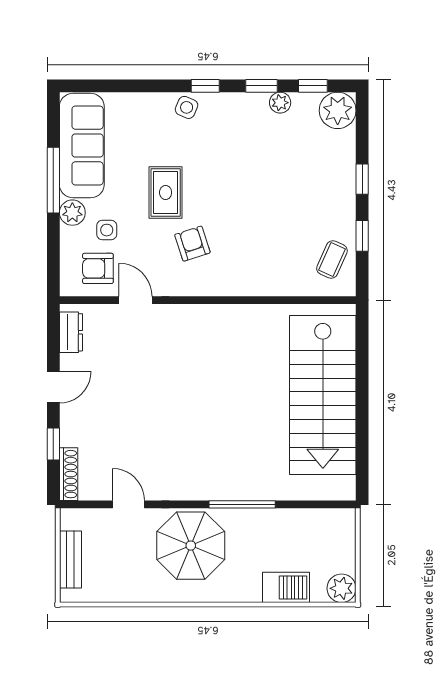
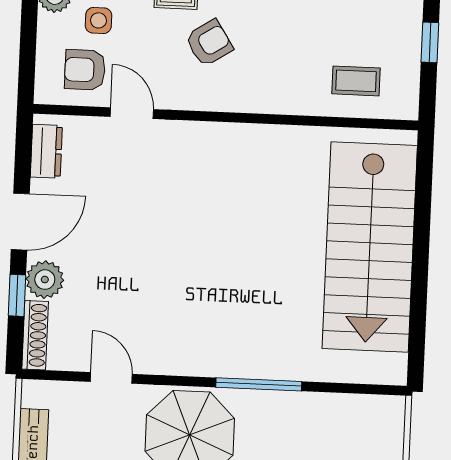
armchair: (192, 244) -> (209, 43), turned 75
coffee table: (332, 259) -> (356, 81), moved, turned 66
door: (53, 387) -> (20, 222), width x1.38
plant: (74, 431) -> (45, 280), added

